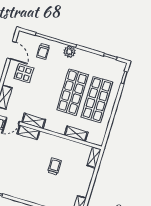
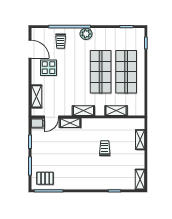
shelving: (34, 121) -> (83, 111), moved
shelving: (94, 157) -> (140, 140), moved

